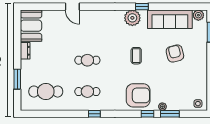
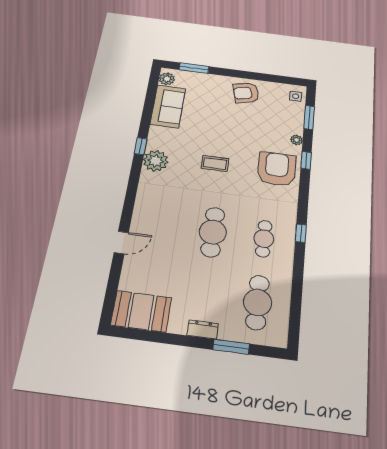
sofa: (170, 19) -> (168, 106), width x0.73
dresser: (25, 51) -> (203, 329), moved
armchair: (175, 54) -> (246, 93), moved
cafe table: (87, 60) -> (213, 232), width x1.37, depth x1.35
window: (170, 114) -> (309, 117), moved

